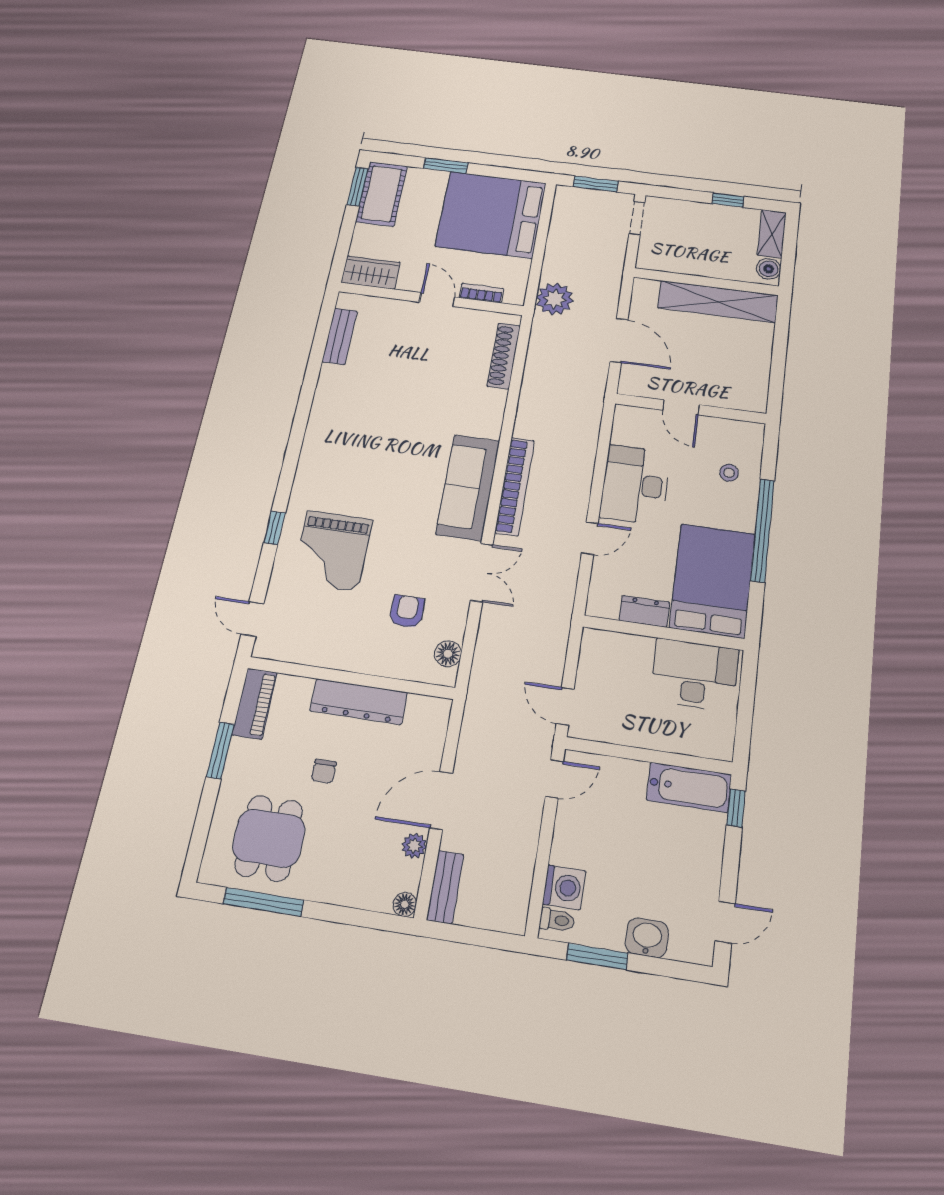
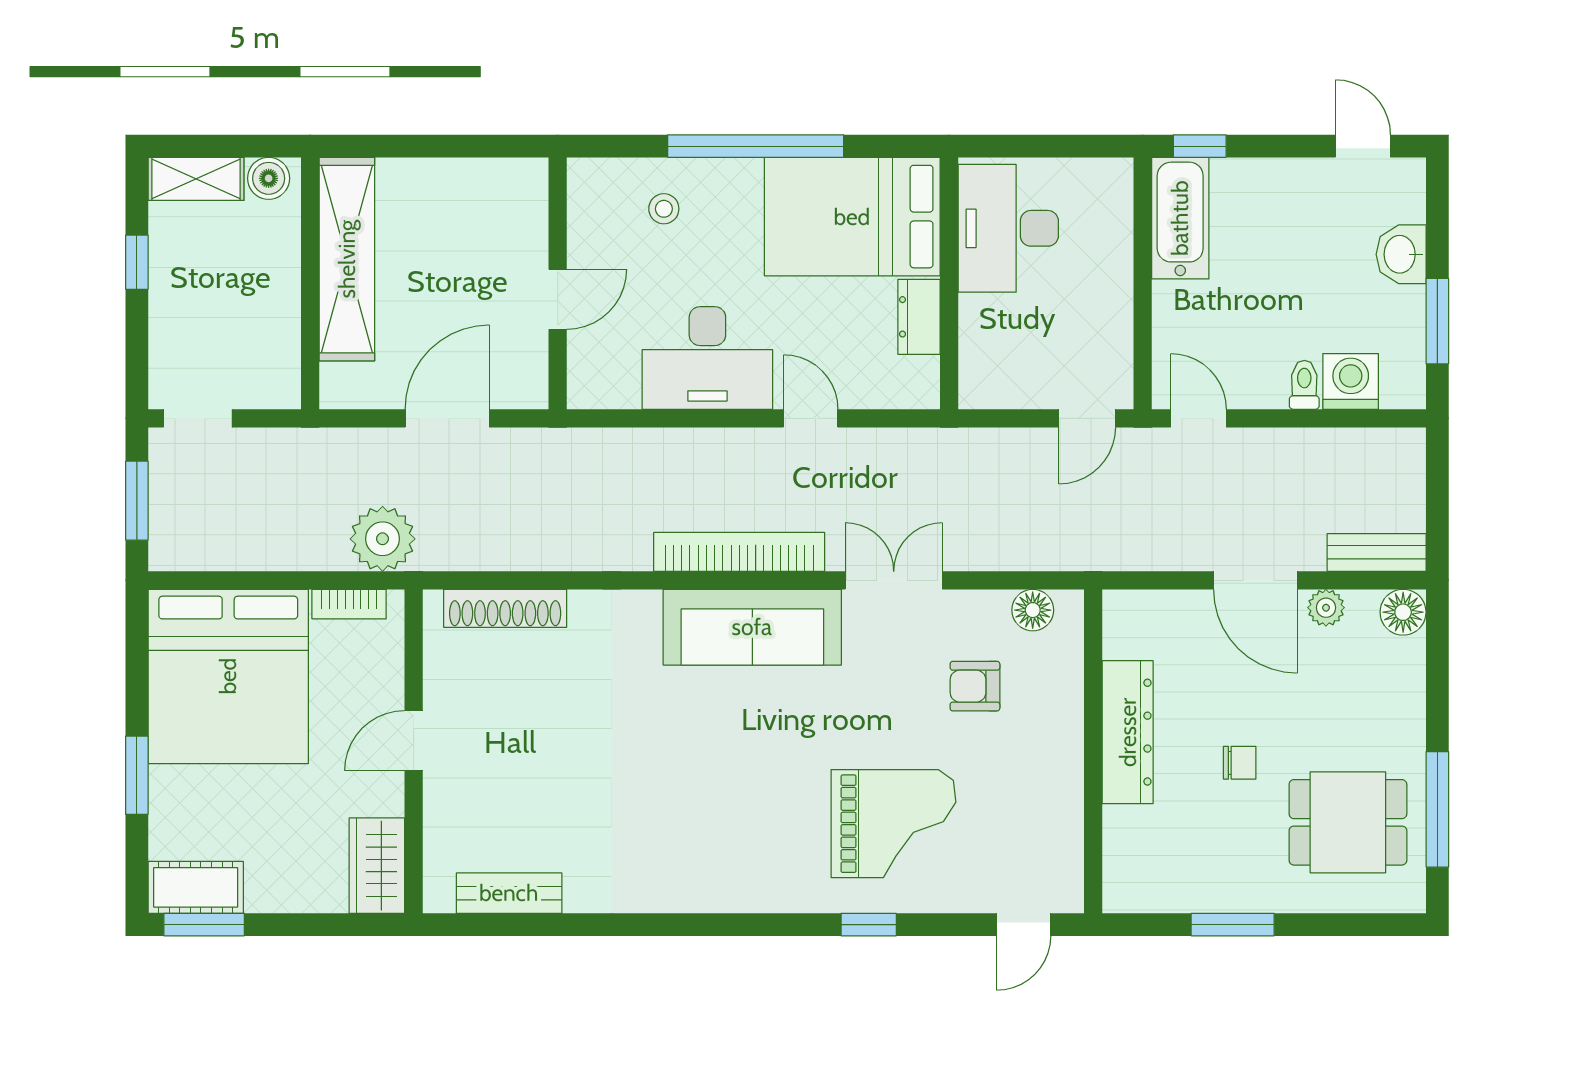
cot: (382, 194) -> (196, 887), width x0.73, depth x0.75
bookcase: (481, 293) -> (349, 604), moved, turned -90
piano: (255, 704) -> (1155, 890), removed
floor lamp: (405, 904) -> (1403, 612), width x1.37, depth x1.37
toilet: (557, 920) -> (1304, 385), moved

